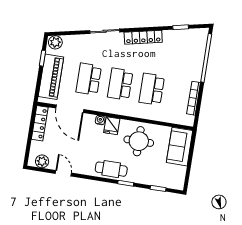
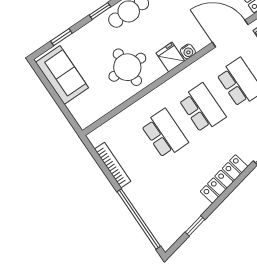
sofa: (180, 147) -> (62, 75), moved

